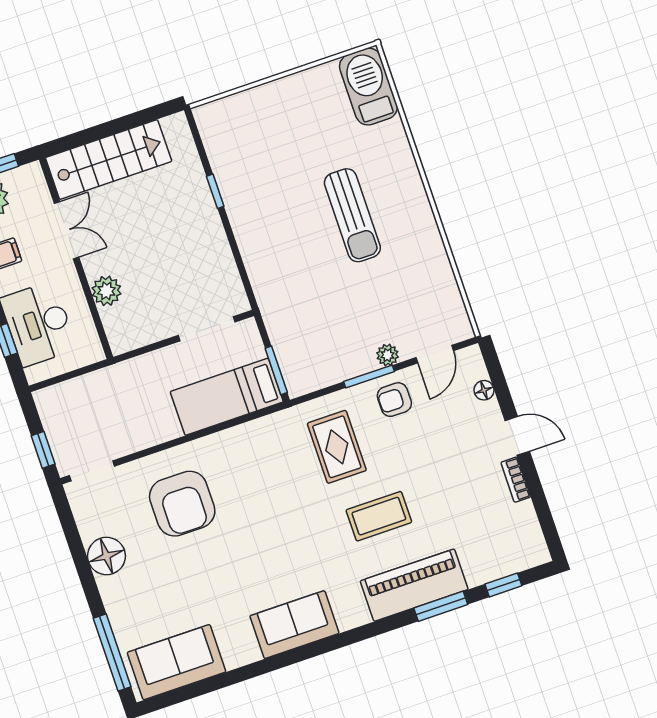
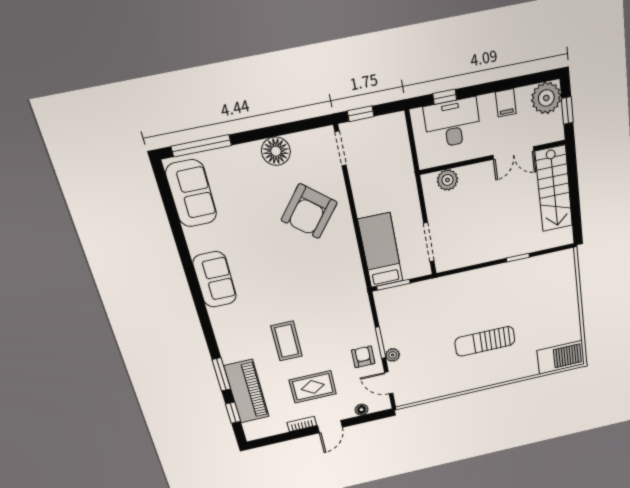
plant: (106, 291) -> (447, 180), moved
rug: (337, 447) -> (313, 387), moved
armchair: (182, 504) -> (309, 211), turned -51
piano: (414, 585) -> (247, 391), moved

